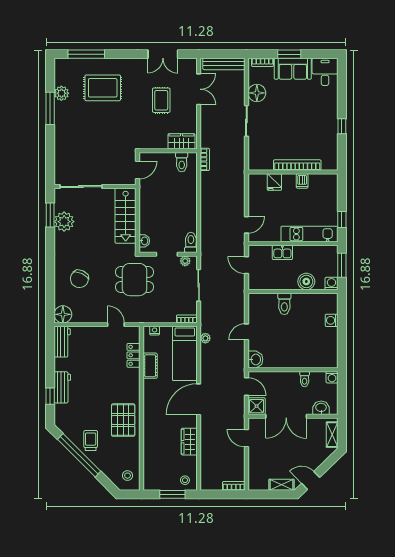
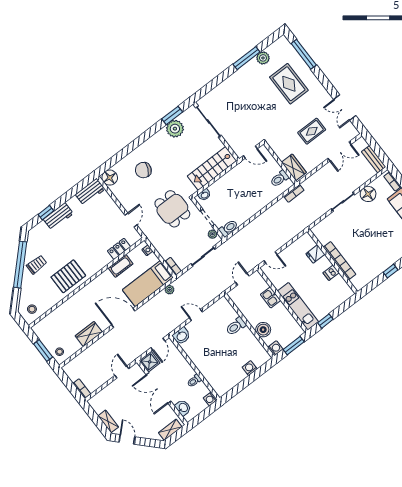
bench: (224, 64) -> (374, 159), width x0.73

